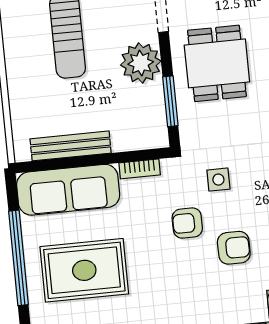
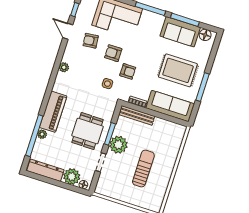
window: (170, 101) -> (110, 134), moved
bench: (71, 146) -> (137, 115), moved
window: (18, 258) -> (202, 87), width x0.68

